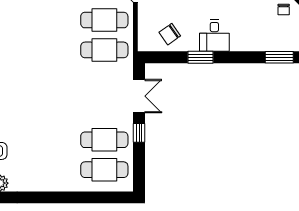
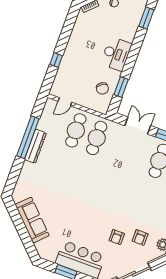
desk: (214, 36) -> (116, 54), width x1.37
window: (200, 57) -> (121, 87), moved

